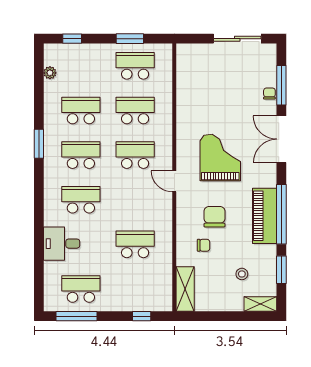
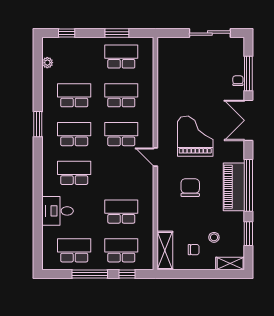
chair: (203, 245) -> (194, 250), moved
school desk: (135, 289) -> (121, 250), added
window: (76, 316) -> (90, 274), moved

